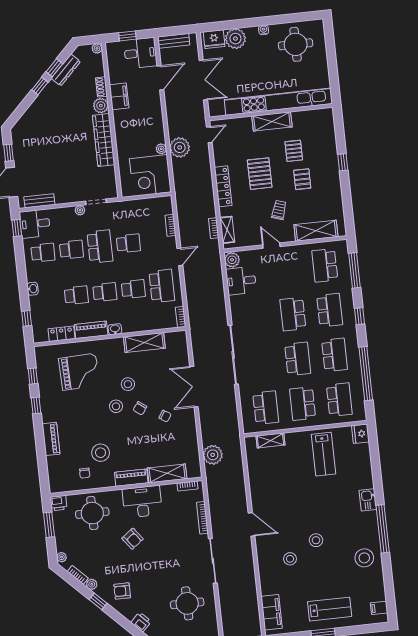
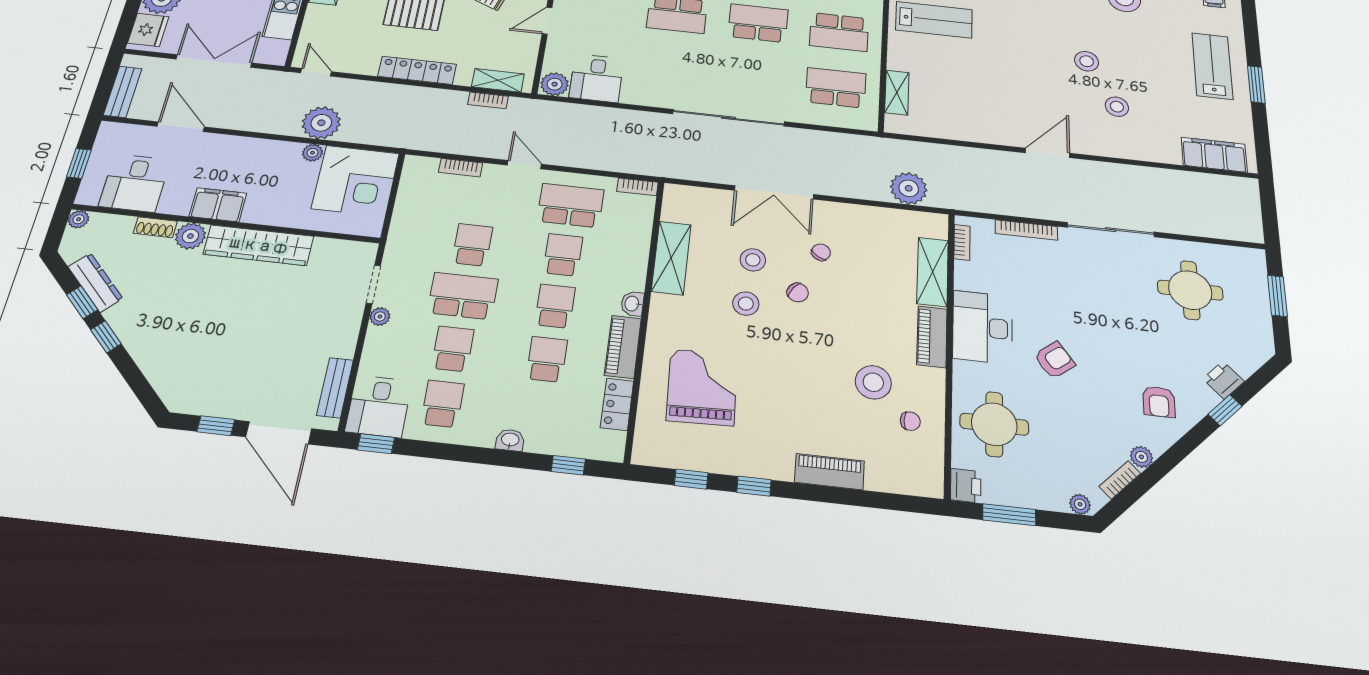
desk: (140, 53) -> (135, 183), moved, turned 180
filing cabinet: (119, 96) -> (218, 205), moved
stool: (116, 406) -> (753, 260), moved
window: (98, 601) -> (1225, 410), moved

